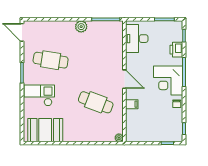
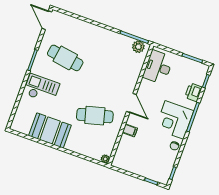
plant: (81, 27) -> (138, 47), moved
cafe table: (96, 102) -> (95, 116), turned -36
booth: (45, 130) -> (50, 131), moved

